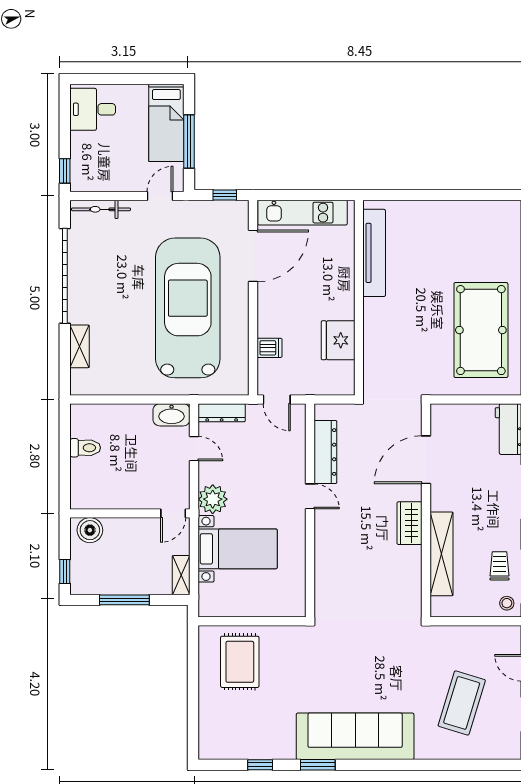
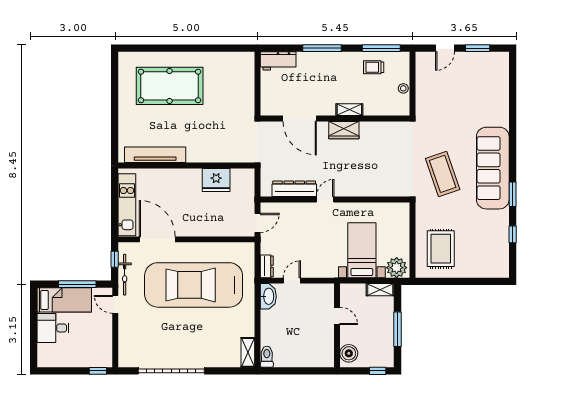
desk: (93, 109) -> (53, 328), moved, turned 90
bicycle: (101, 209) -> (125, 275), moved
pool table: (481, 330) -> (170, 86), moved
shelving: (80, 346) -> (248, 352), moved, turned 90
dishwasher: (270, 348) -> (221, 228), removed
dresser: (222, 413) -> (267, 266), width x0.70
toilet: (85, 448) -> (267, 357), moved
plant: (213, 499) -> (397, 268), moved
door: (173, 513) -> (337, 316), moved
shelving: (442, 554) -> (349, 110), width x0.45, depth x0.75
stool: (507, 603) -> (403, 88), moved
rug: (240, 662) -> (441, 249), turned 90
coffee table: (462, 703) -> (443, 174), moved, turned 54

